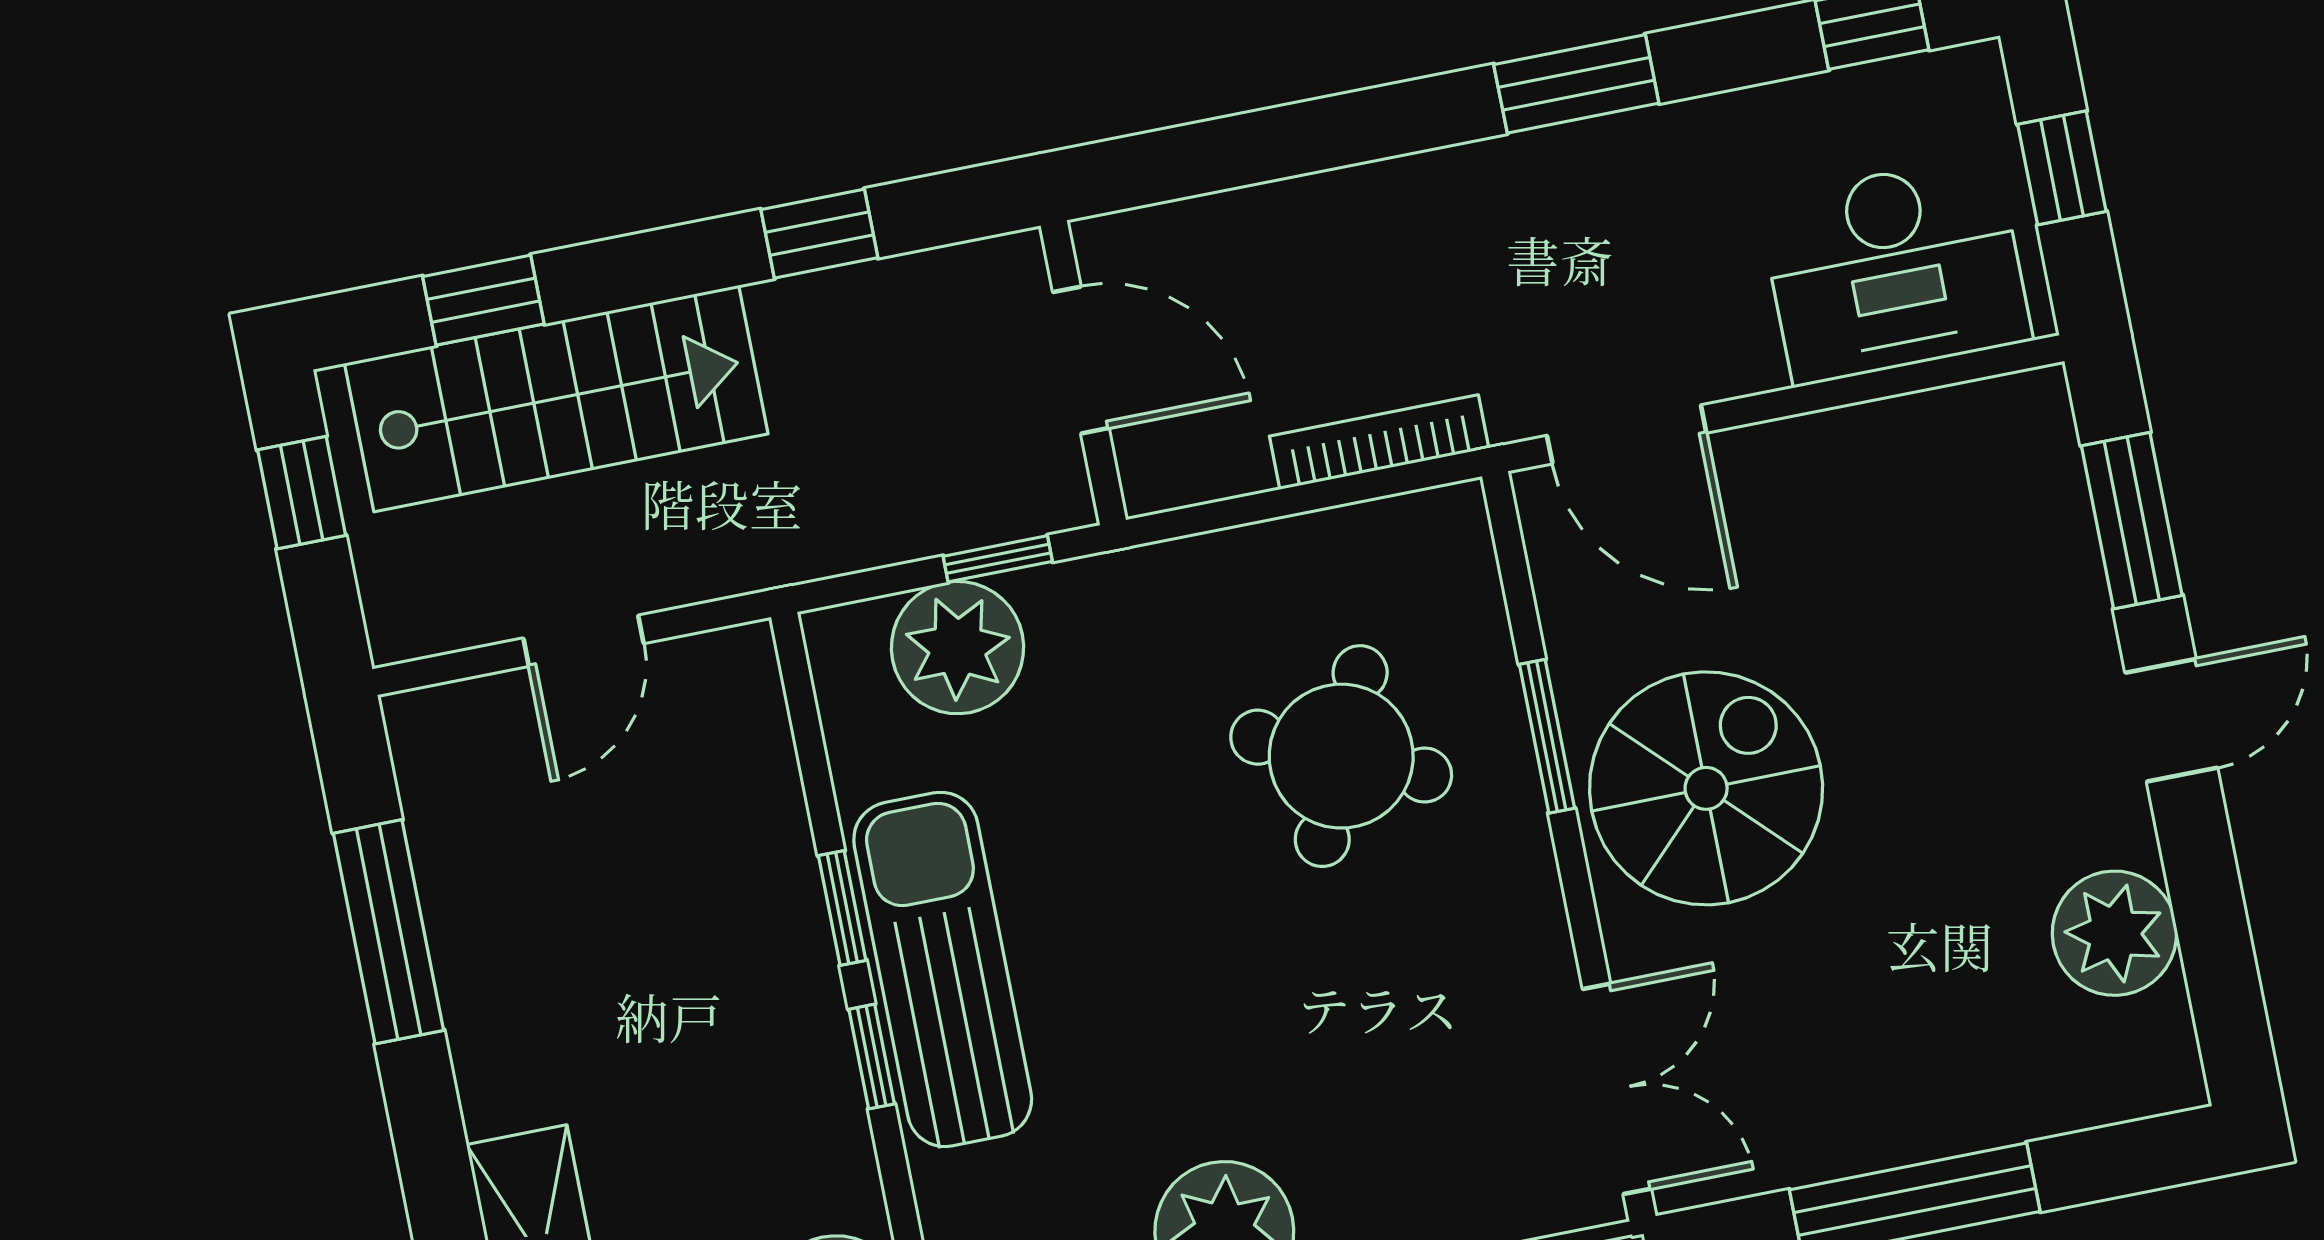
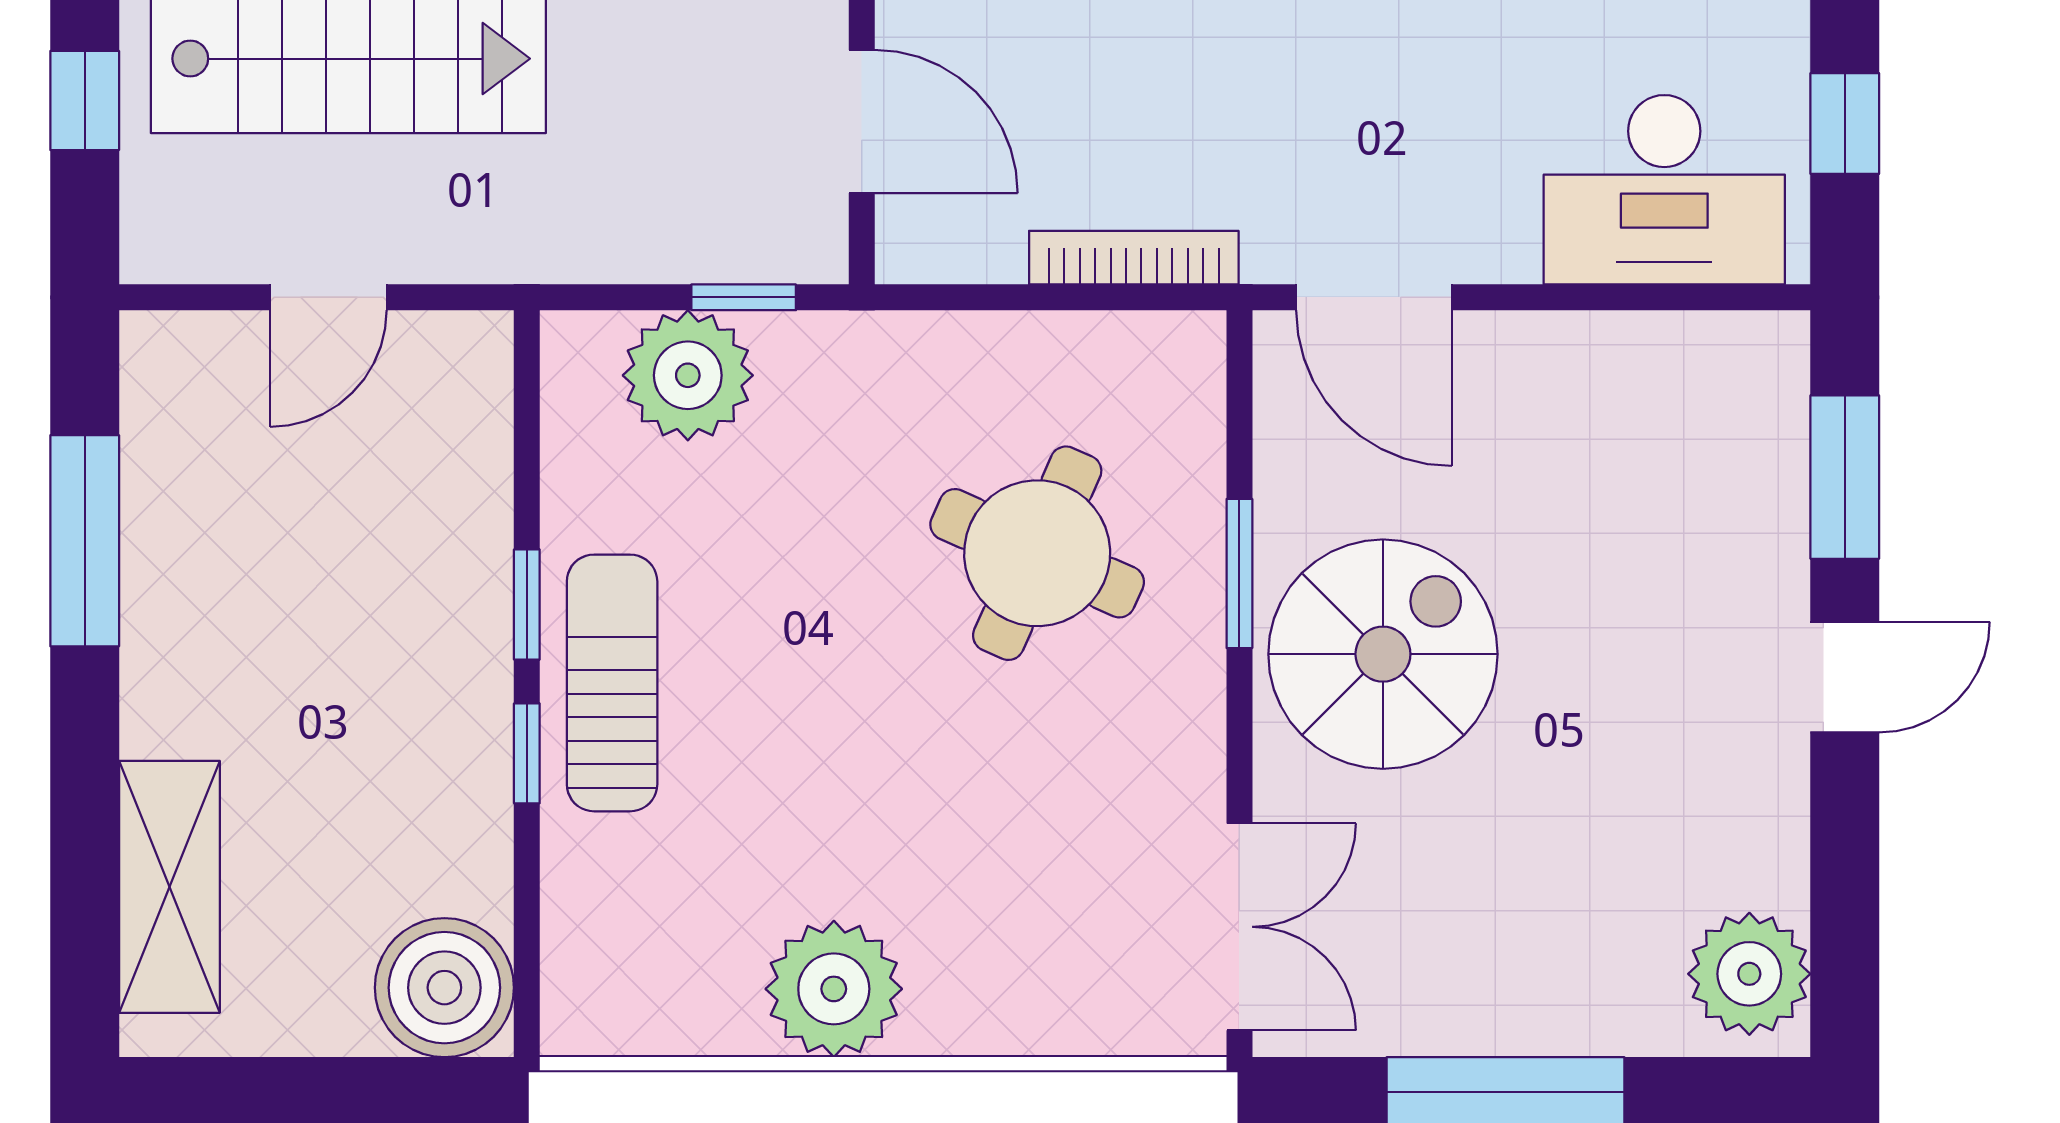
plant: (2114, 933) -> (1749, 974), moved
sun lounger: (943, 969) -> (612, 683), width x0.73, depth x0.75

